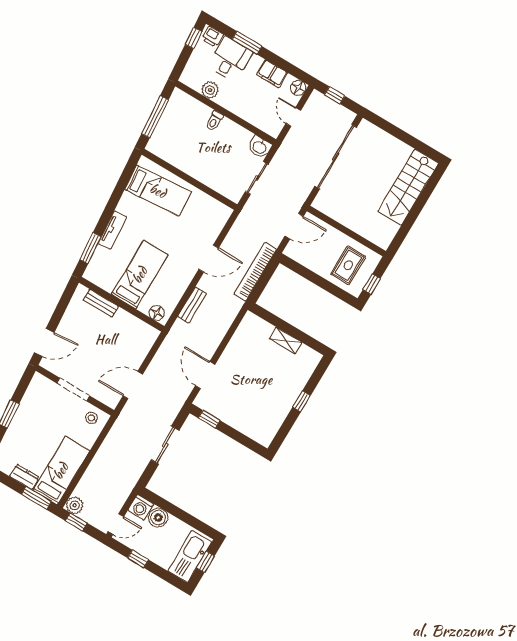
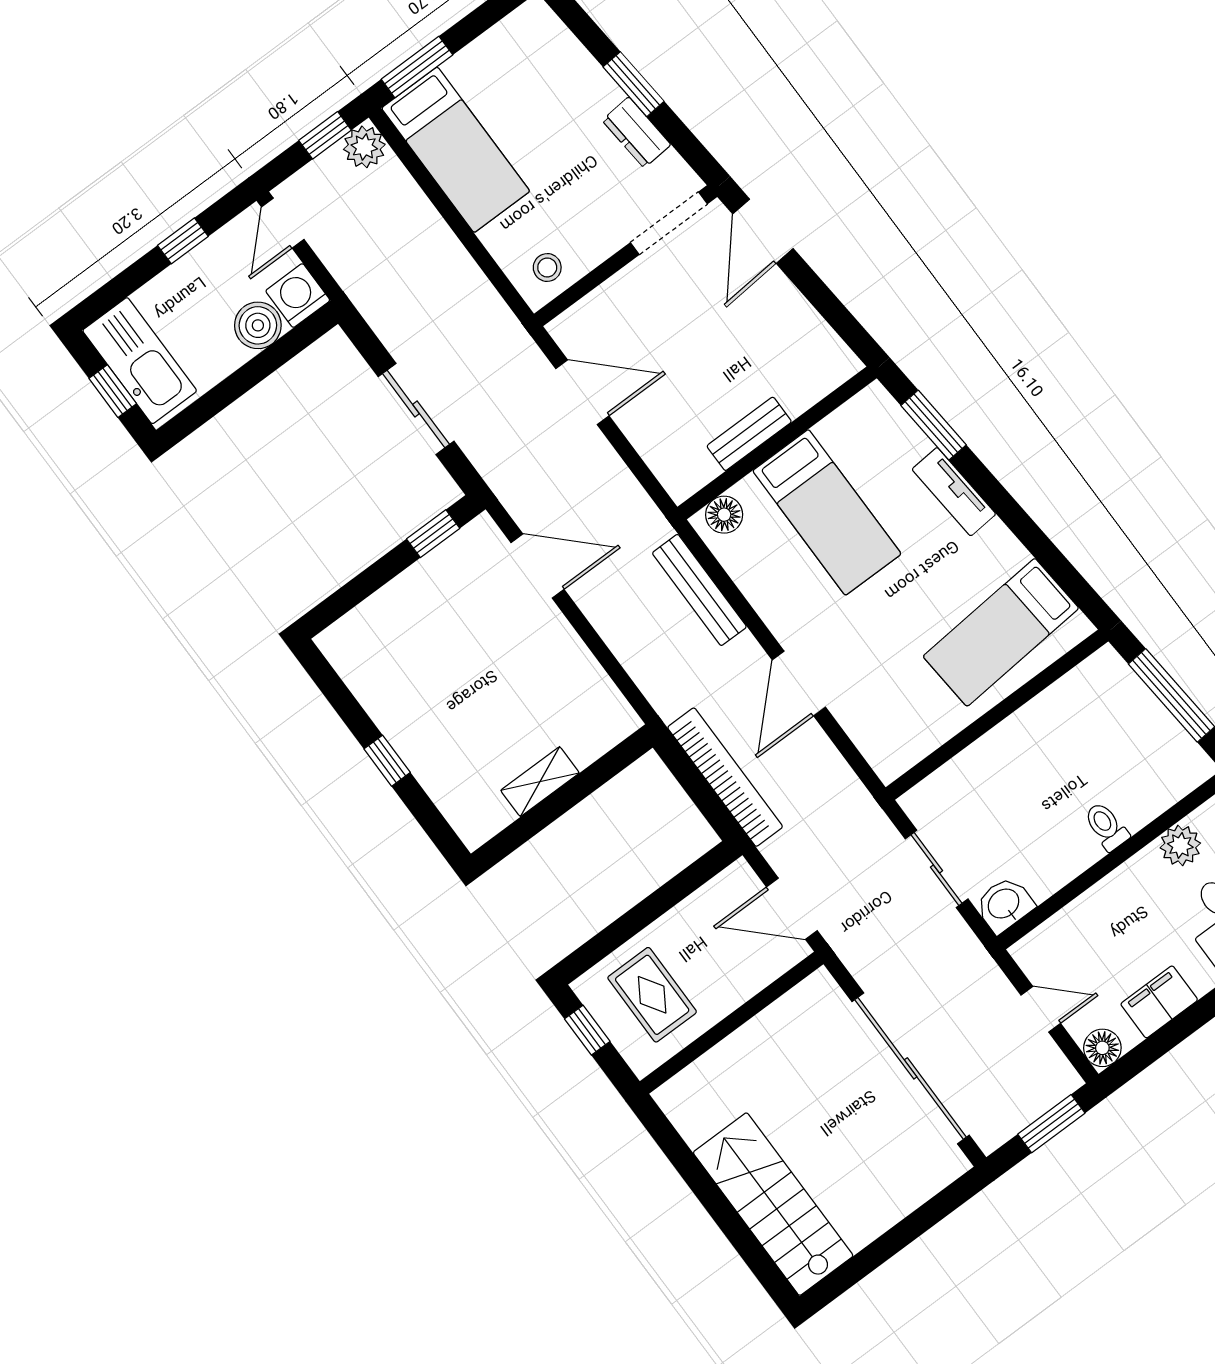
window: (335, 95) -> (1051, 1124), width x1.50
door: (294, 226) -> (792, 909), hinge flipped
bench: (101, 303) -> (749, 434), moved
bench: (192, 305) -> (699, 590), width x1.36
door: (133, 385) -> (582, 392), hinge flipped
doorway: (73, 389) -> (669, 223), moved
dresser: (24, 477) -> (636, 132), moved, turned 85

